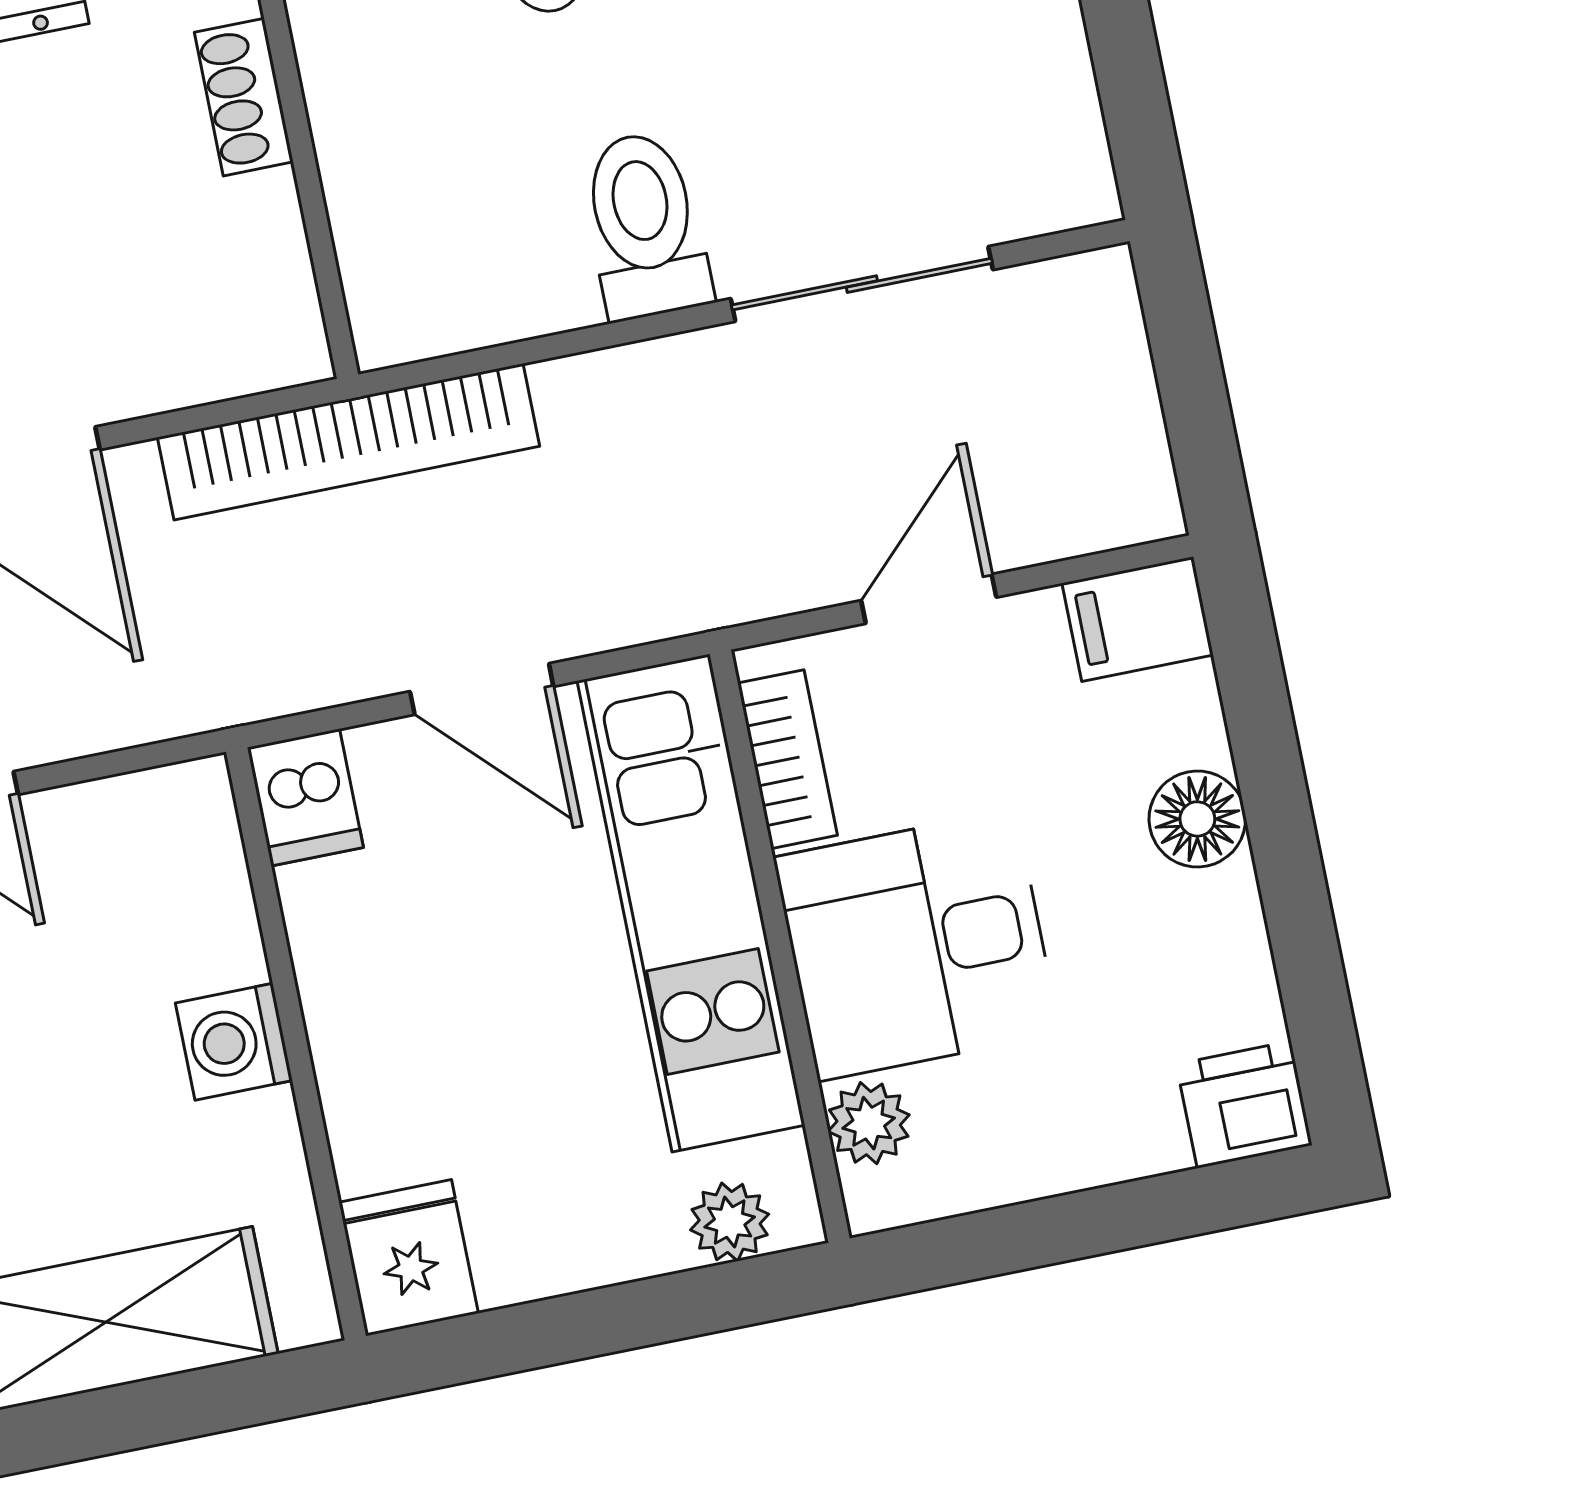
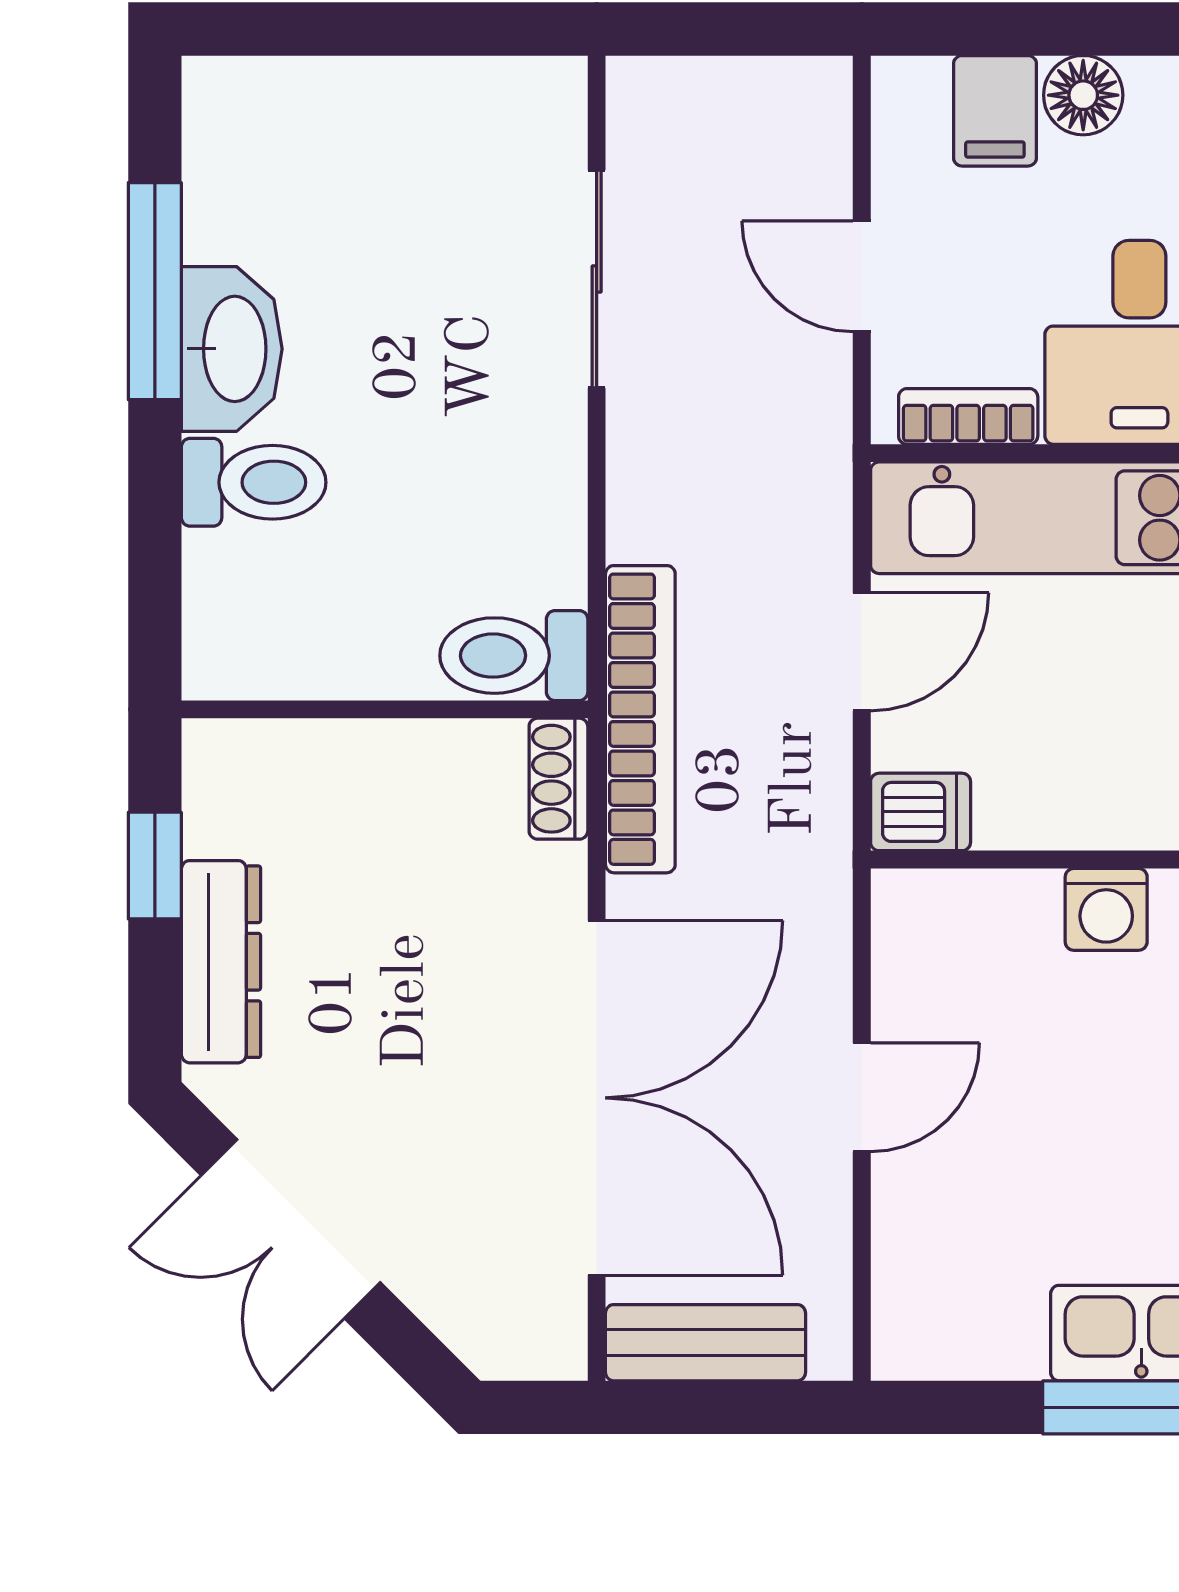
shoe rack: (244, 97) -> (558, 779), moved, turned 90
toilet: (645, 225) -> (514, 656), moved
filing cabinet: (1138, 619) -> (995, 111), moved

